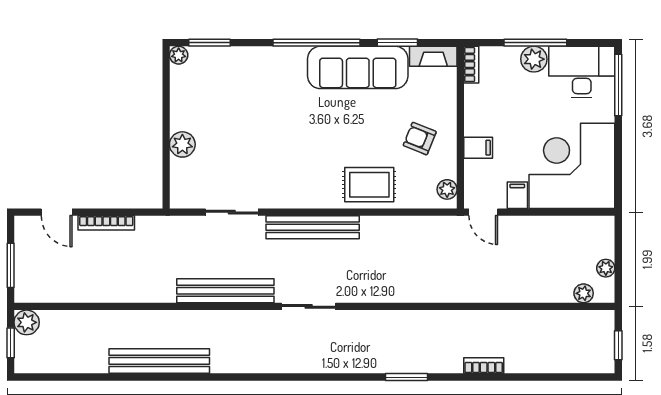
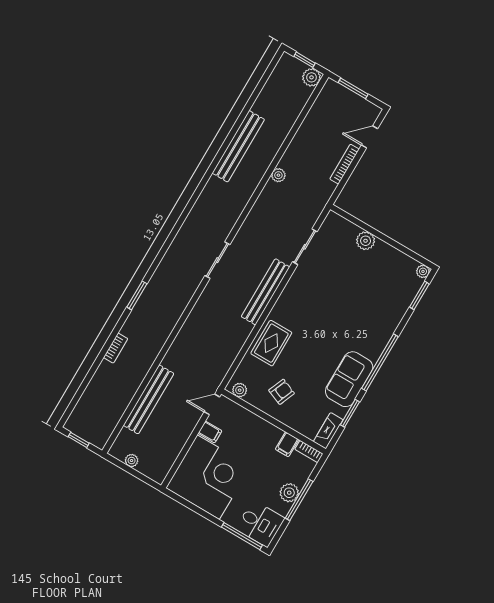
sofa: (358, 67) -> (349, 379), width x0.73
desk: (582, 72) -> (260, 524), width x0.73
filing cabinet: (478, 148) -> (287, 444), moved
bench: (225, 291) -> (149, 399), moved
plant: (584, 293) -> (278, 175), moved

